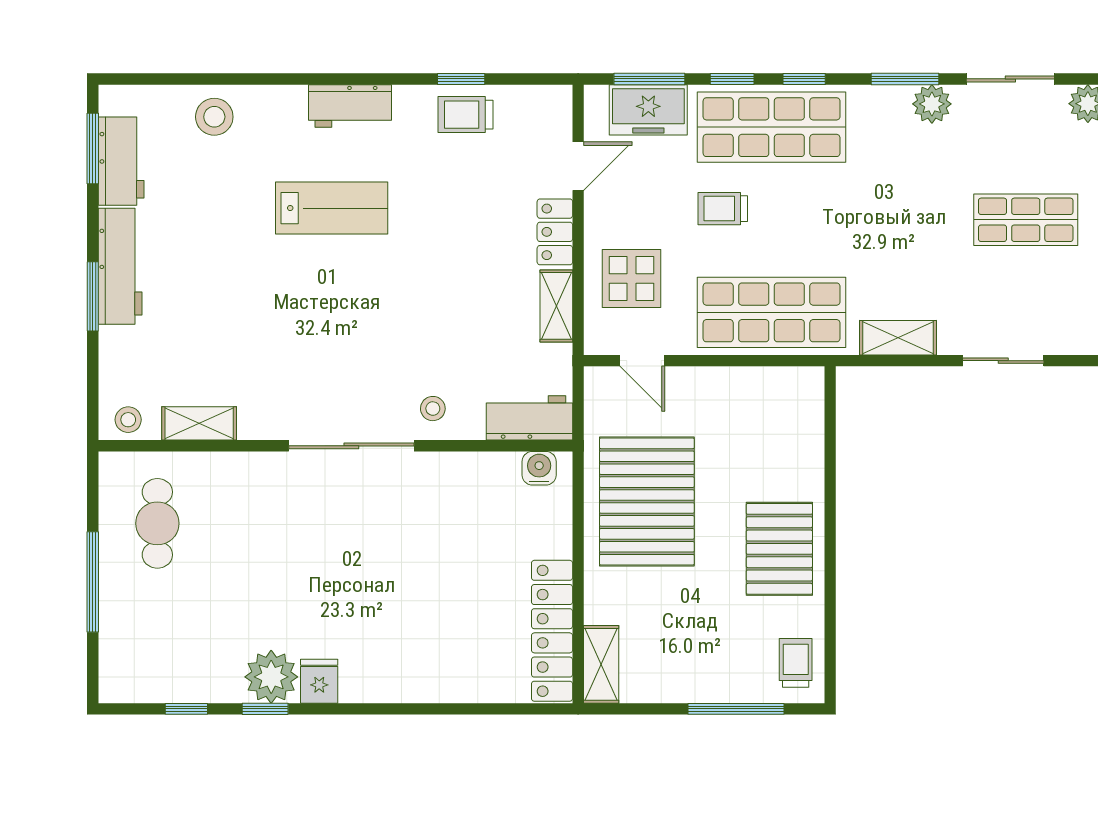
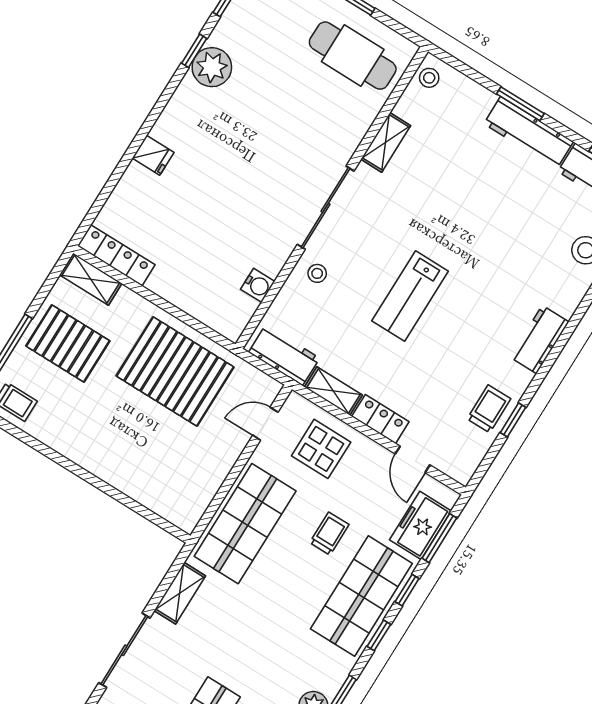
lab bench: (332, 208) -> (410, 296), moved
sliding door: (1003, 361) -> (124, 650), width x1.37
workbench: (529, 418) -> (284, 355), moved, turned -90
shelving: (199, 423) -> (386, 142), moved
water cooler: (539, 468) -> (258, 285), moved
cafe table: (157, 523) -> (353, 56), width x1.37, depth x1.35
pallet: (779, 549) -> (68, 343), moved
locker: (552, 631) -> (116, 255), width x0.71, depth x0.83
fridge: (319, 681) -> (153, 155), moved

